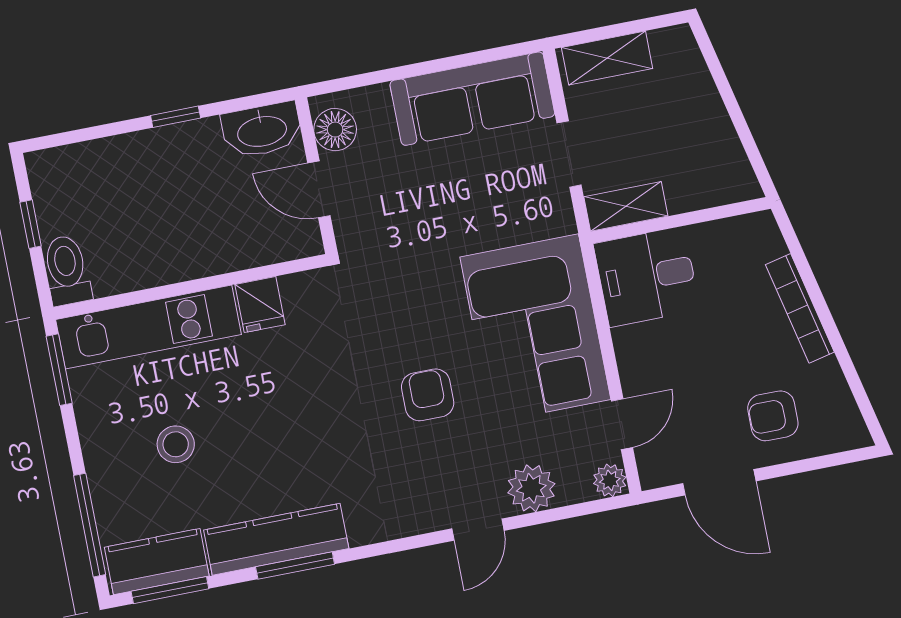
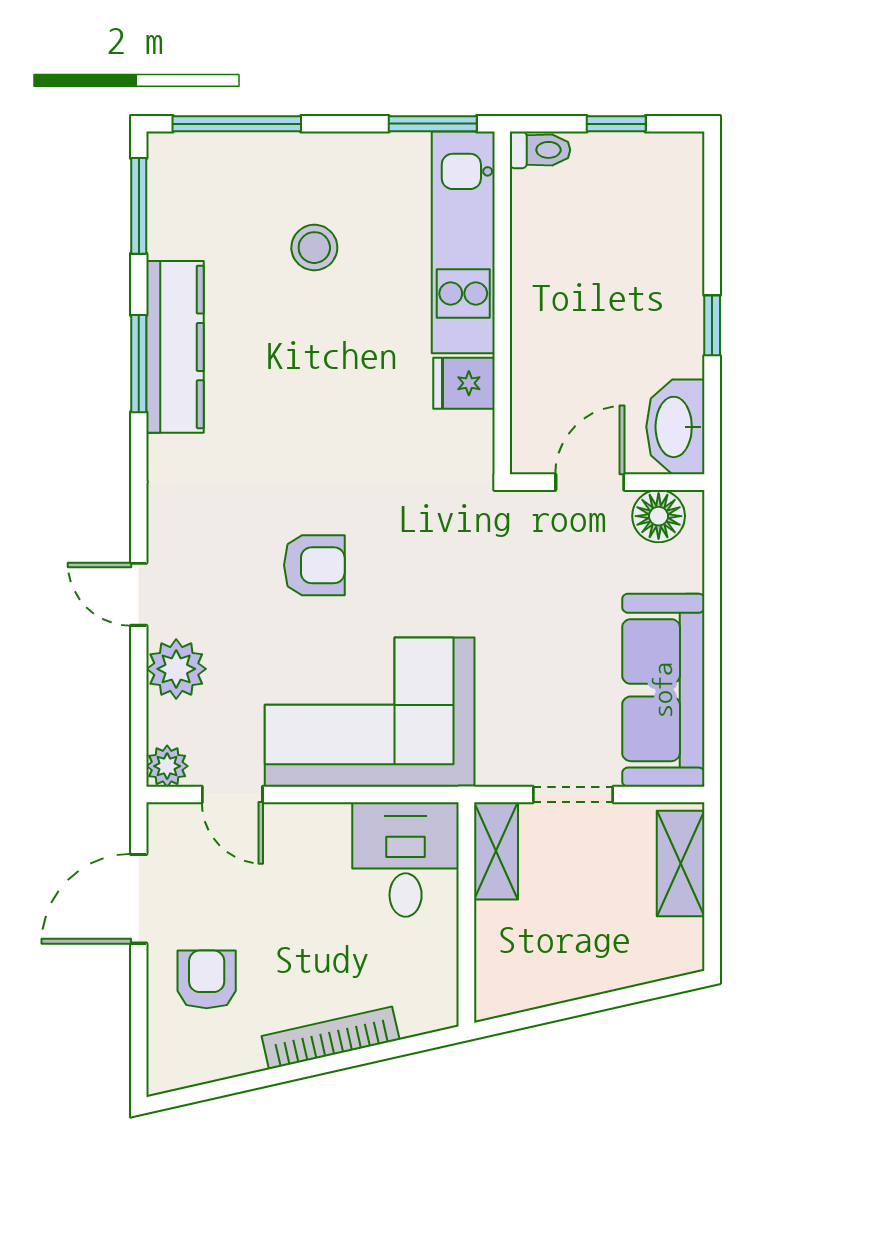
toilet: (67, 270) -> (540, 150), width x0.73, depth x0.72
kitchen counter: (157, 562) -> (176, 197), removed

